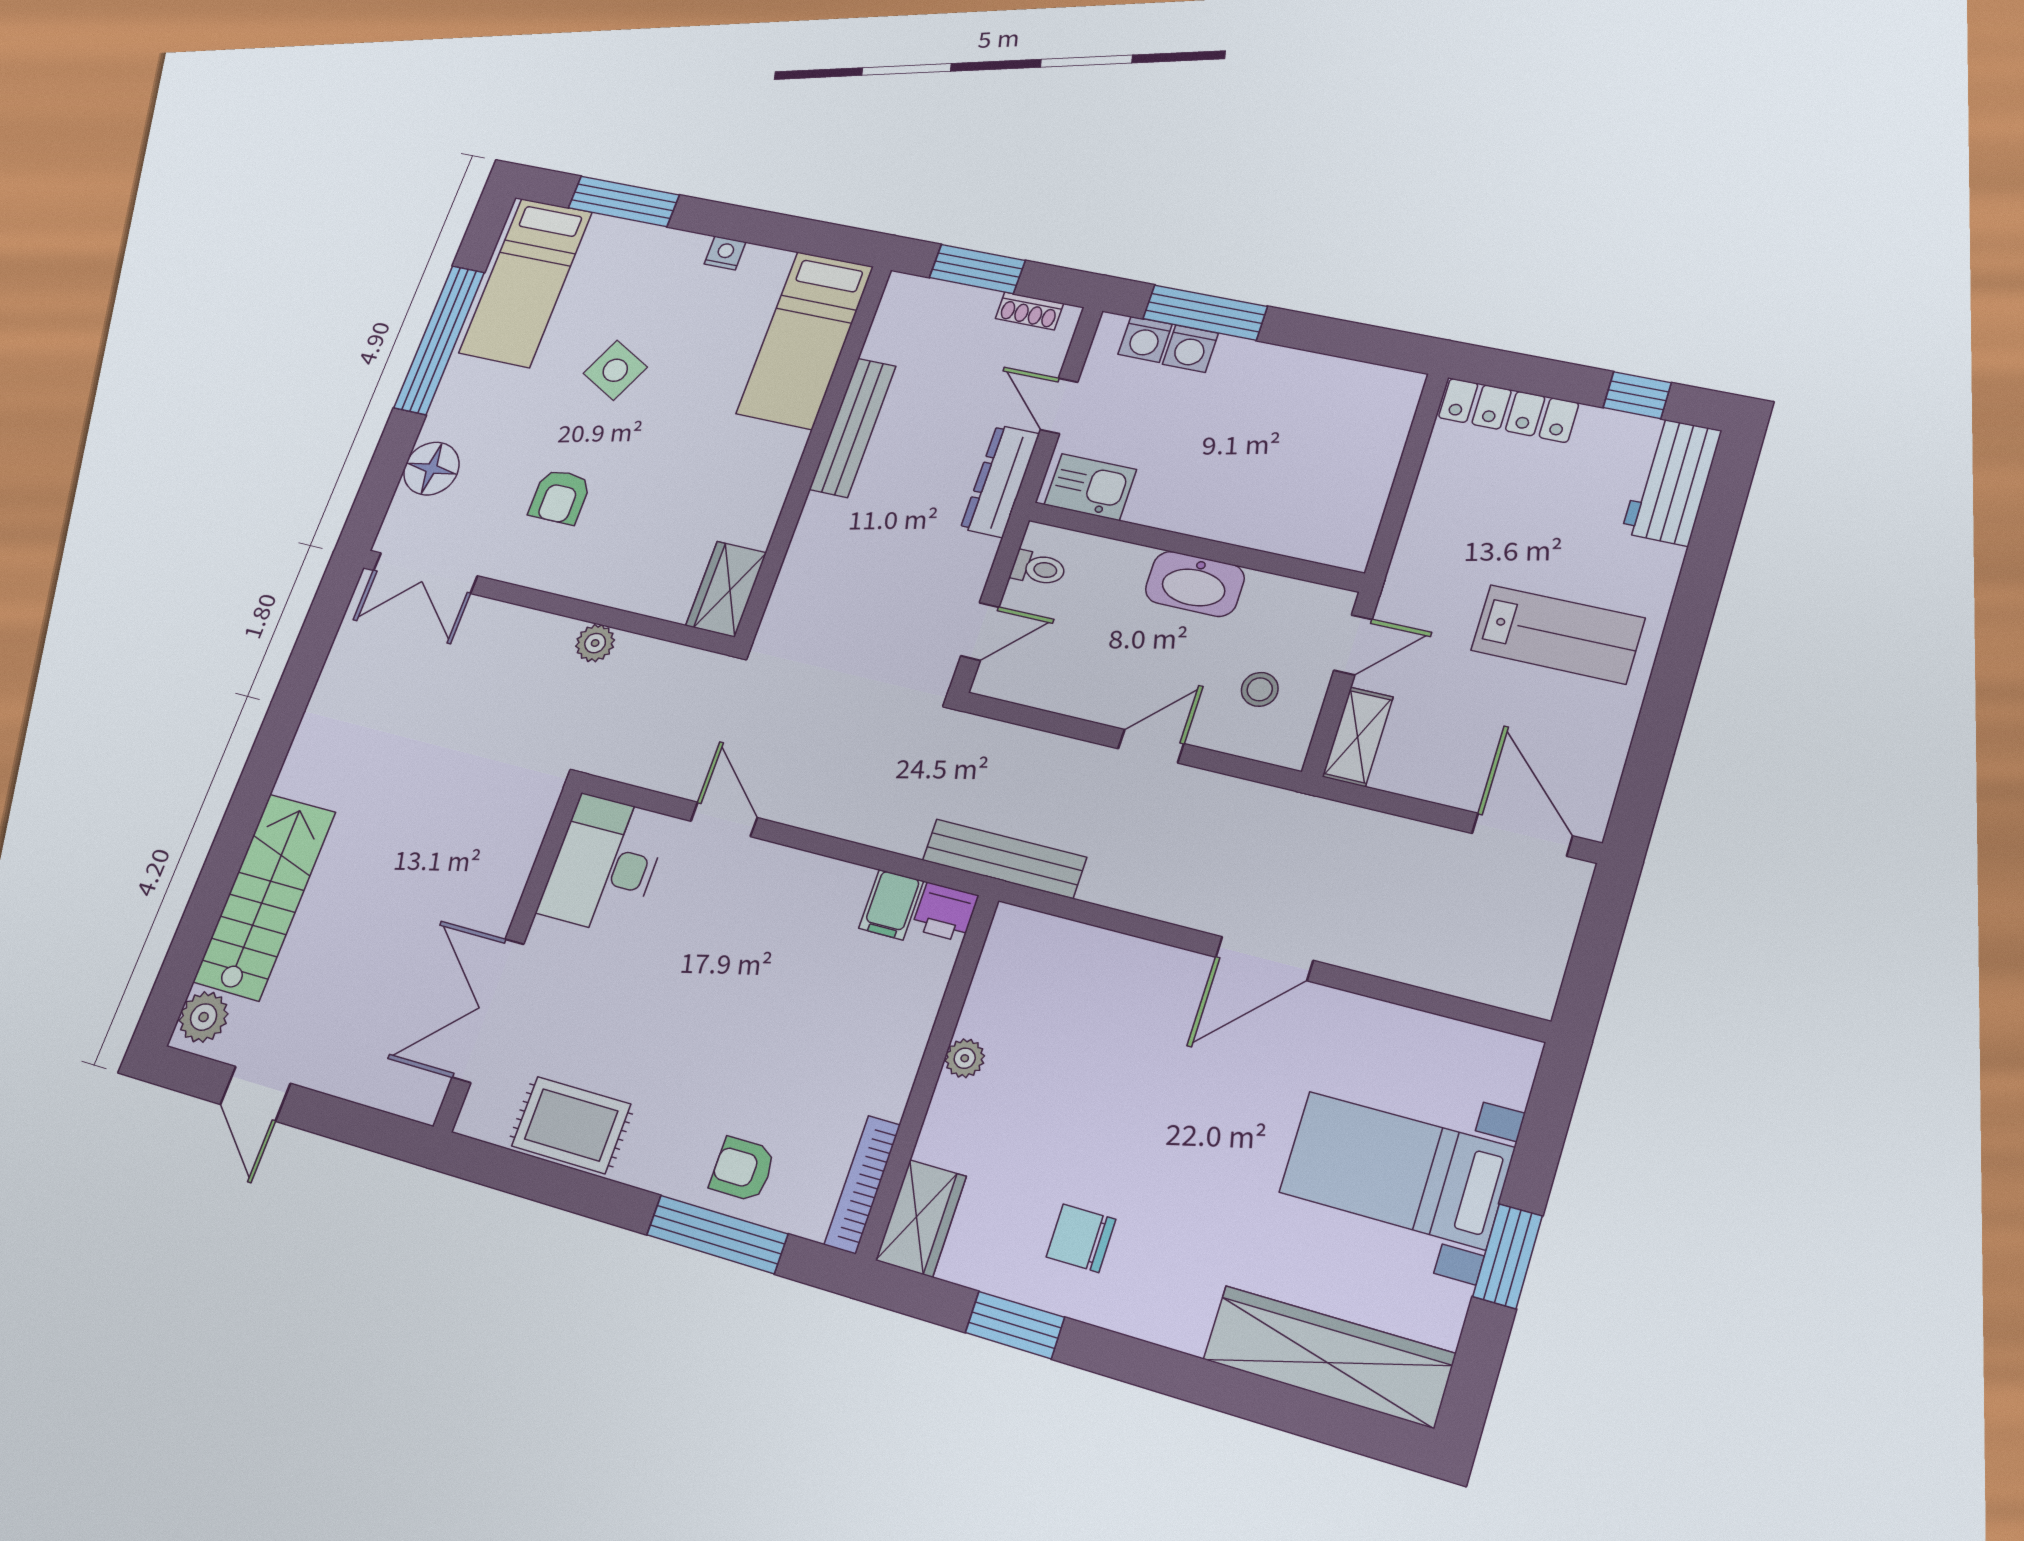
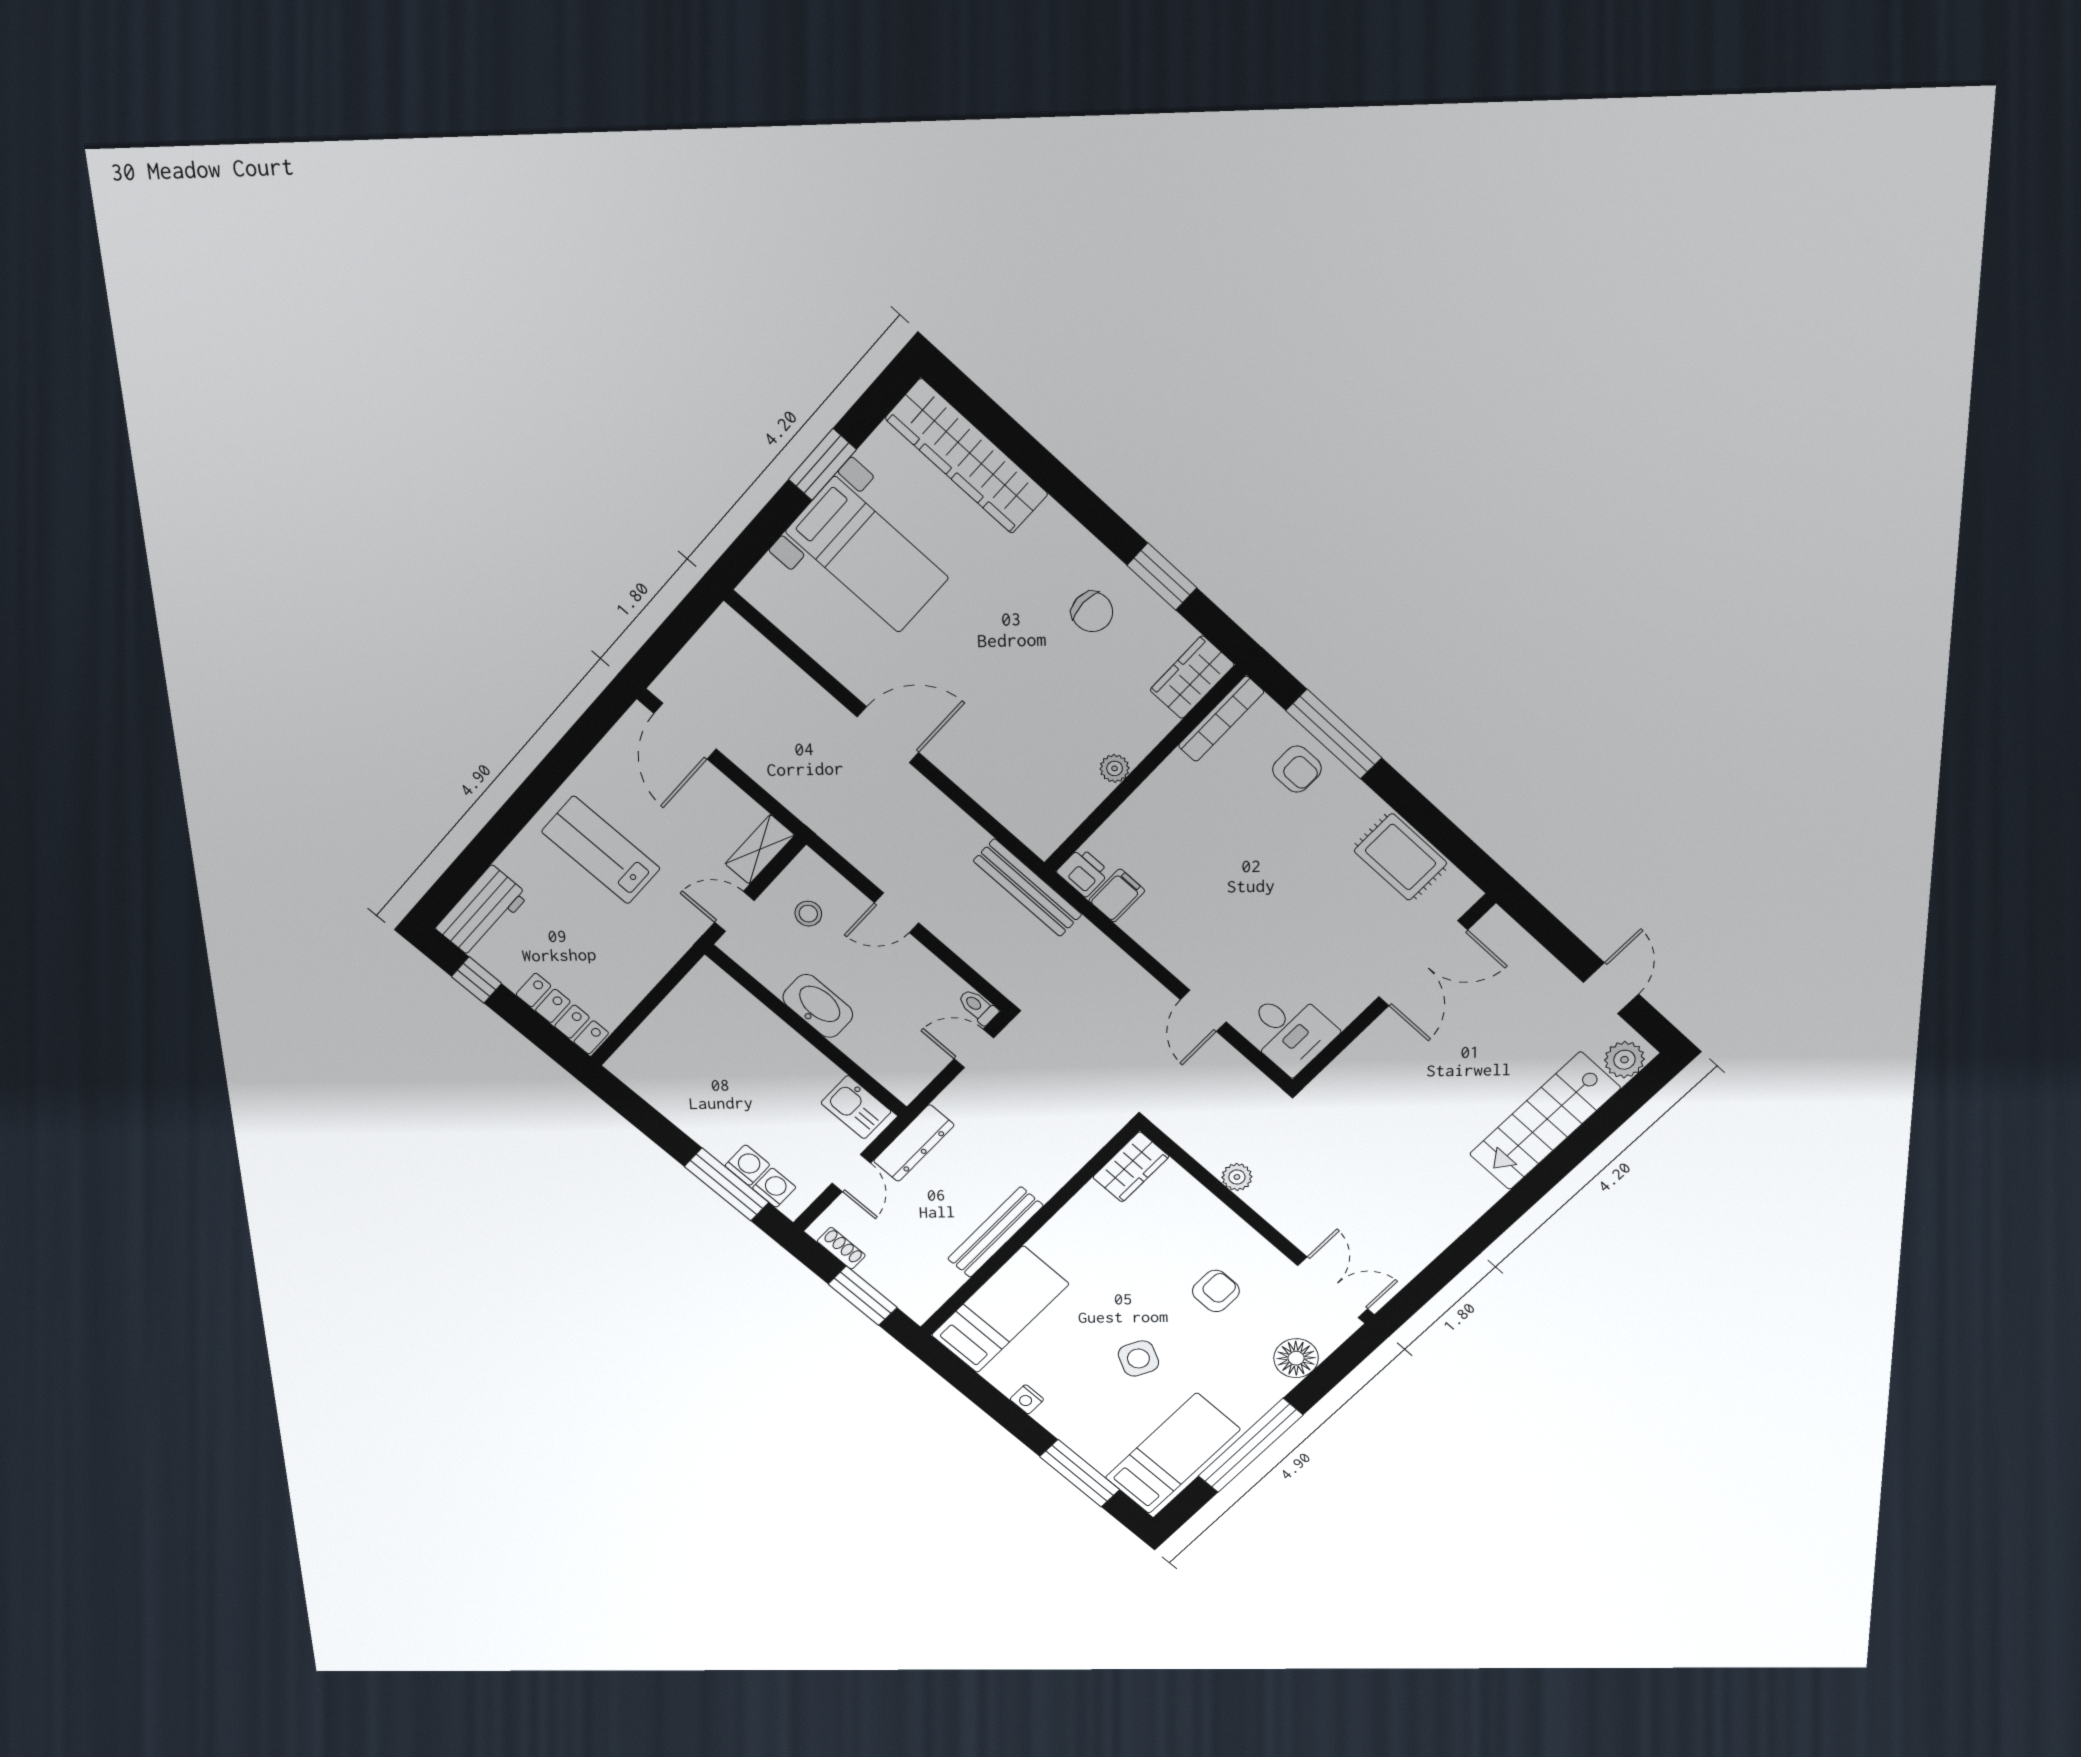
toilet: (1038, 568) -> (978, 1007), moved
desk: (604, 865) -> (1289, 1031), width x0.73

